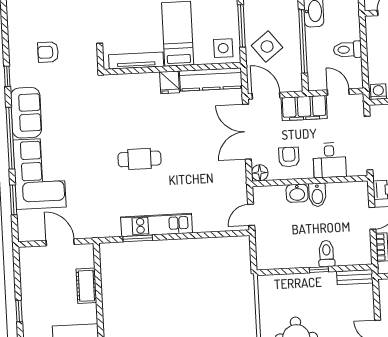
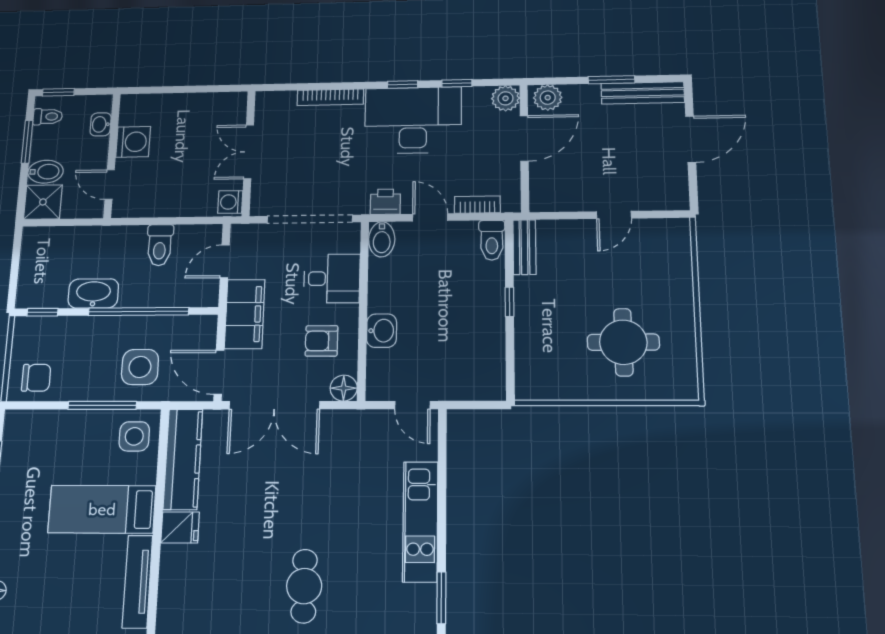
side table: (267, 46) -> (140, 367), turned 38
door: (266, 96) -> (219, 372), hinge flipped
bidet: (317, 195) -> (382, 239), moved, turned 90
kitchen unit: (157, 225) -> (420, 521), moved
toilet: (326, 254) -> (492, 240), moved, turned -90

